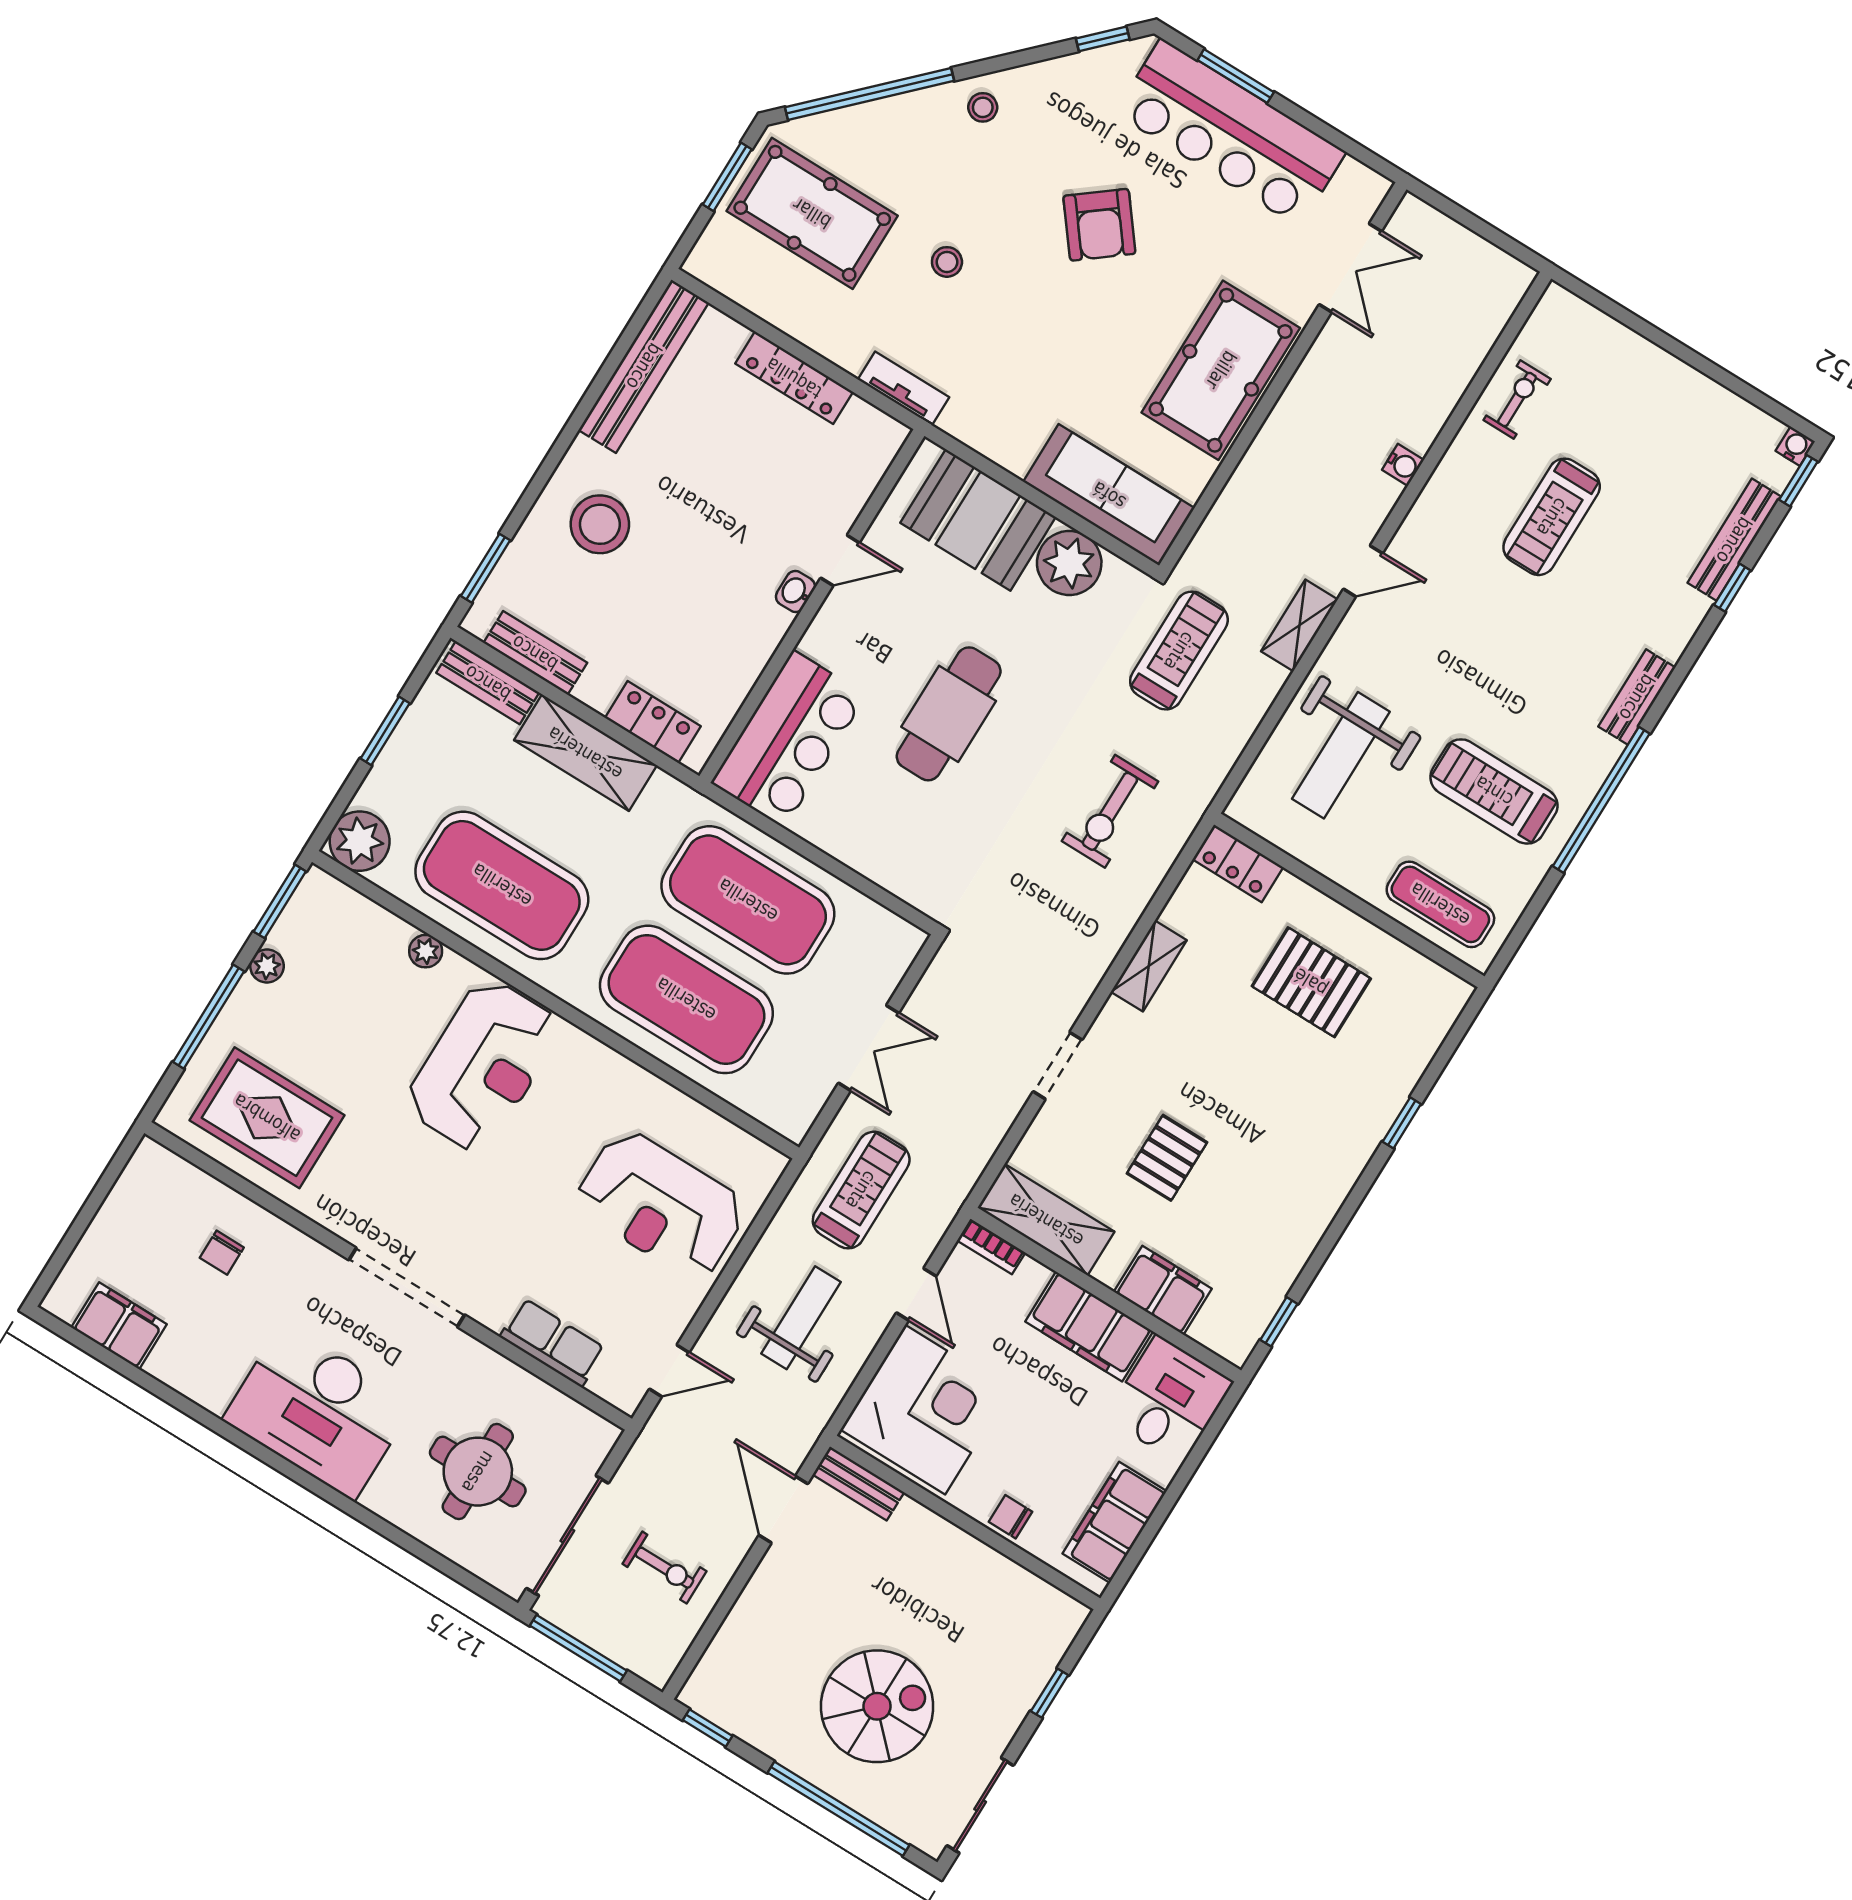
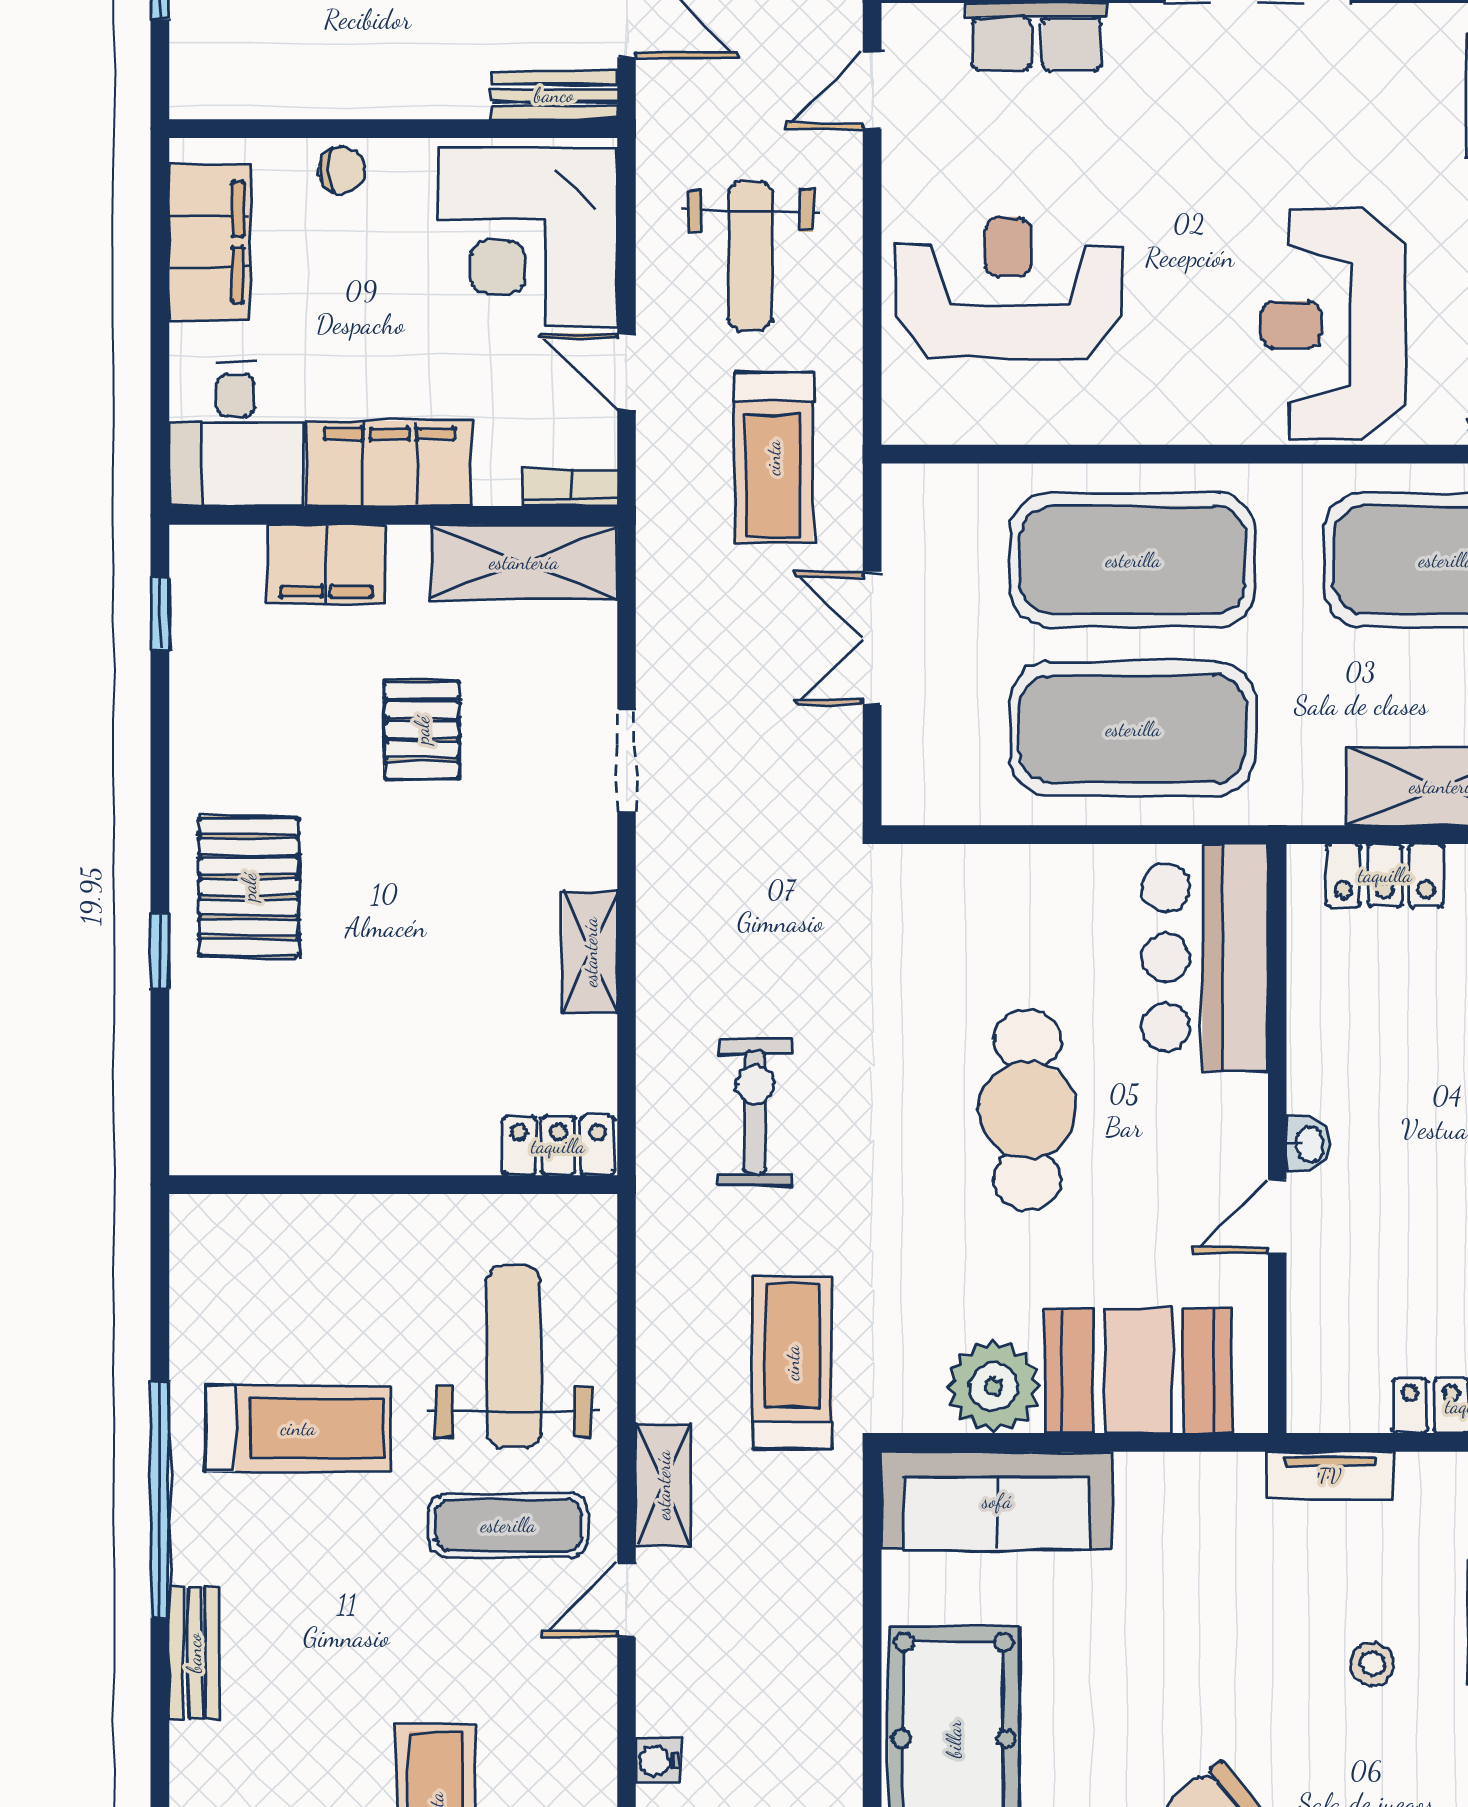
treadmill: (1179, 651) -> (792, 1363), turned 180
exercise mat: (1440, 904) -> (508, 1525), moved
pallet: (1311, 982) -> (249, 887), moved, turned 90

